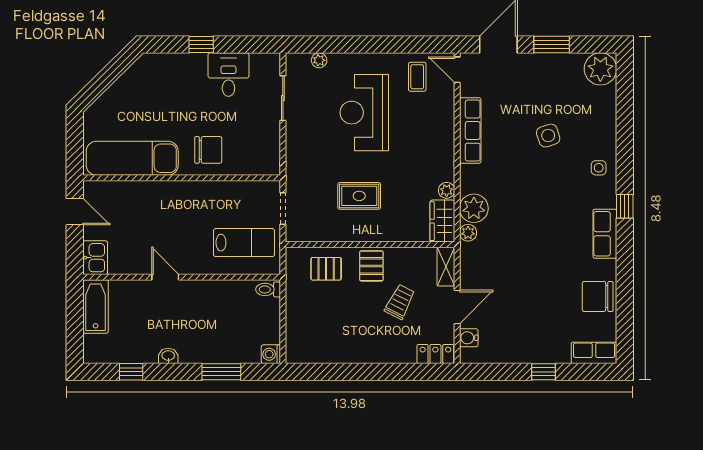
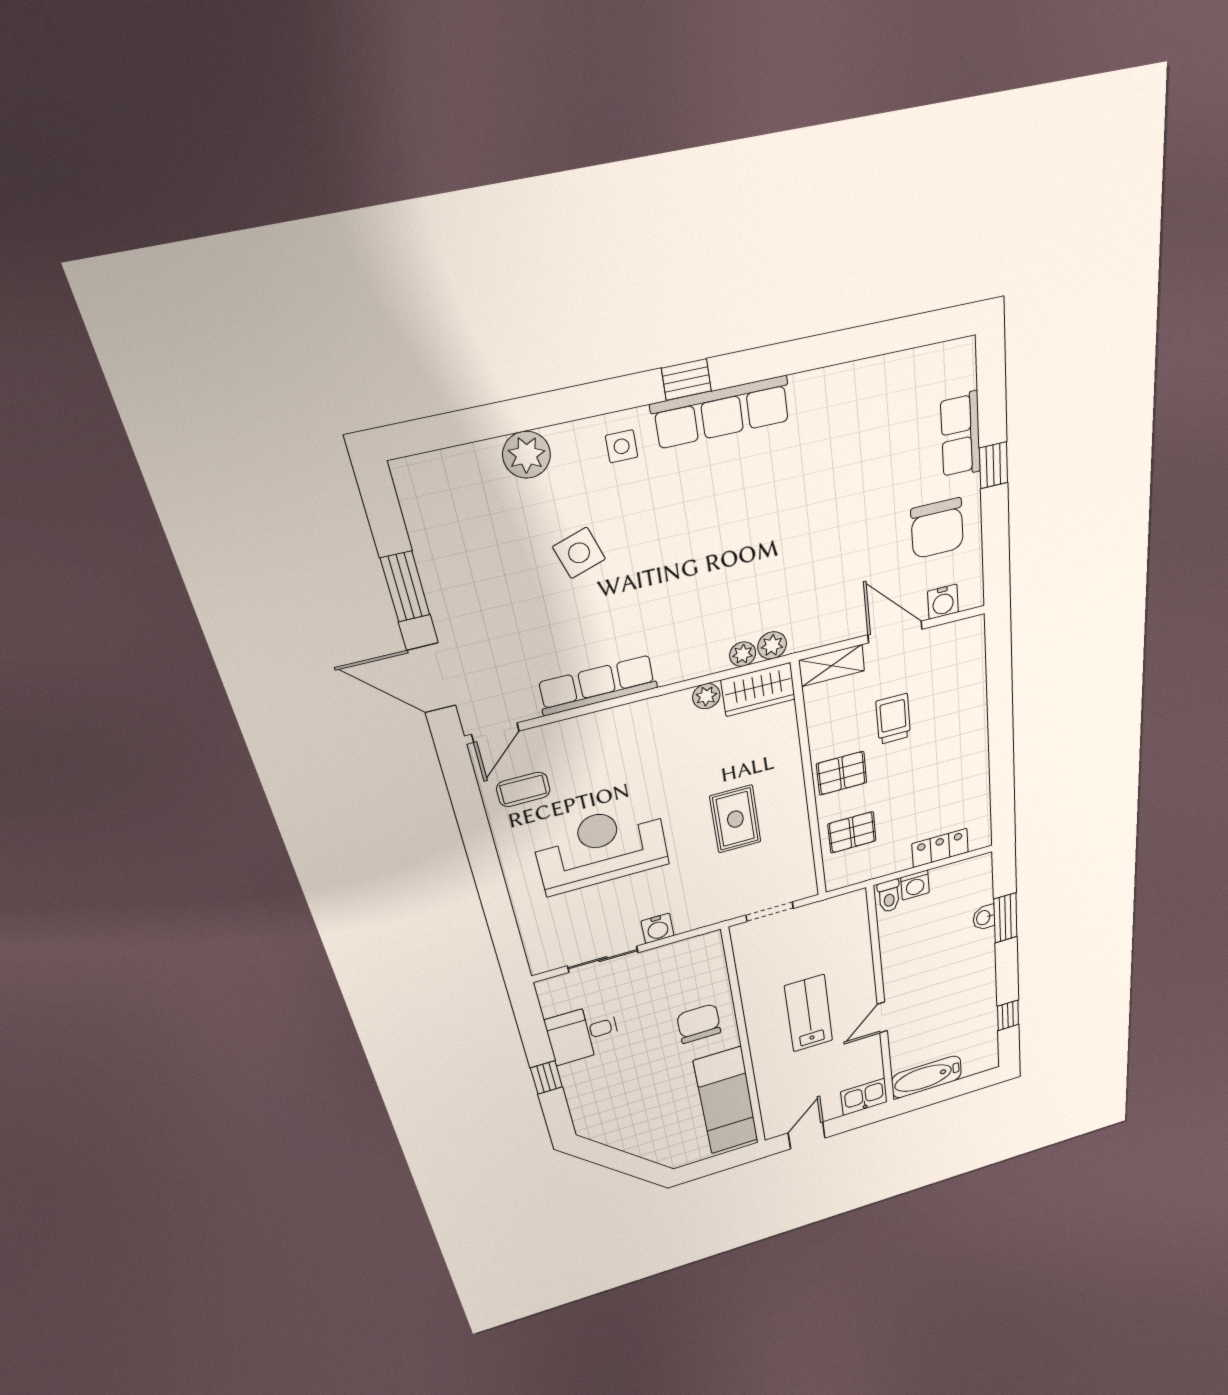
plant: (319, 60) -> (532, 931), removed
plant: (600, 69) -> (527, 455), moved, width x0.73, depth x0.73
reception desk: (364, 113) -> (601, 848), turned 180
water cooler: (295, 136) -> (658, 928), added
plant: (474, 208) -> (743, 654), width x0.53, depth x0.53
row of seats: (605, 234) -> (722, 412), width x1.48
lab bench: (244, 243) -> (809, 1013), moved
pallet: (326, 269) -> (852, 832), turned 90
chair: (598, 296) -> (937, 528), moved
trolley: (400, 302) -> (893, 719), turned 63
row of seats: (594, 353) -> (961, 435), moved
washing machine: (271, 354) -> (915, 885), moved
locker: (435, 354) -> (940, 848), moved, turned 90
washbasin: (168, 356) -> (984, 918), moved

